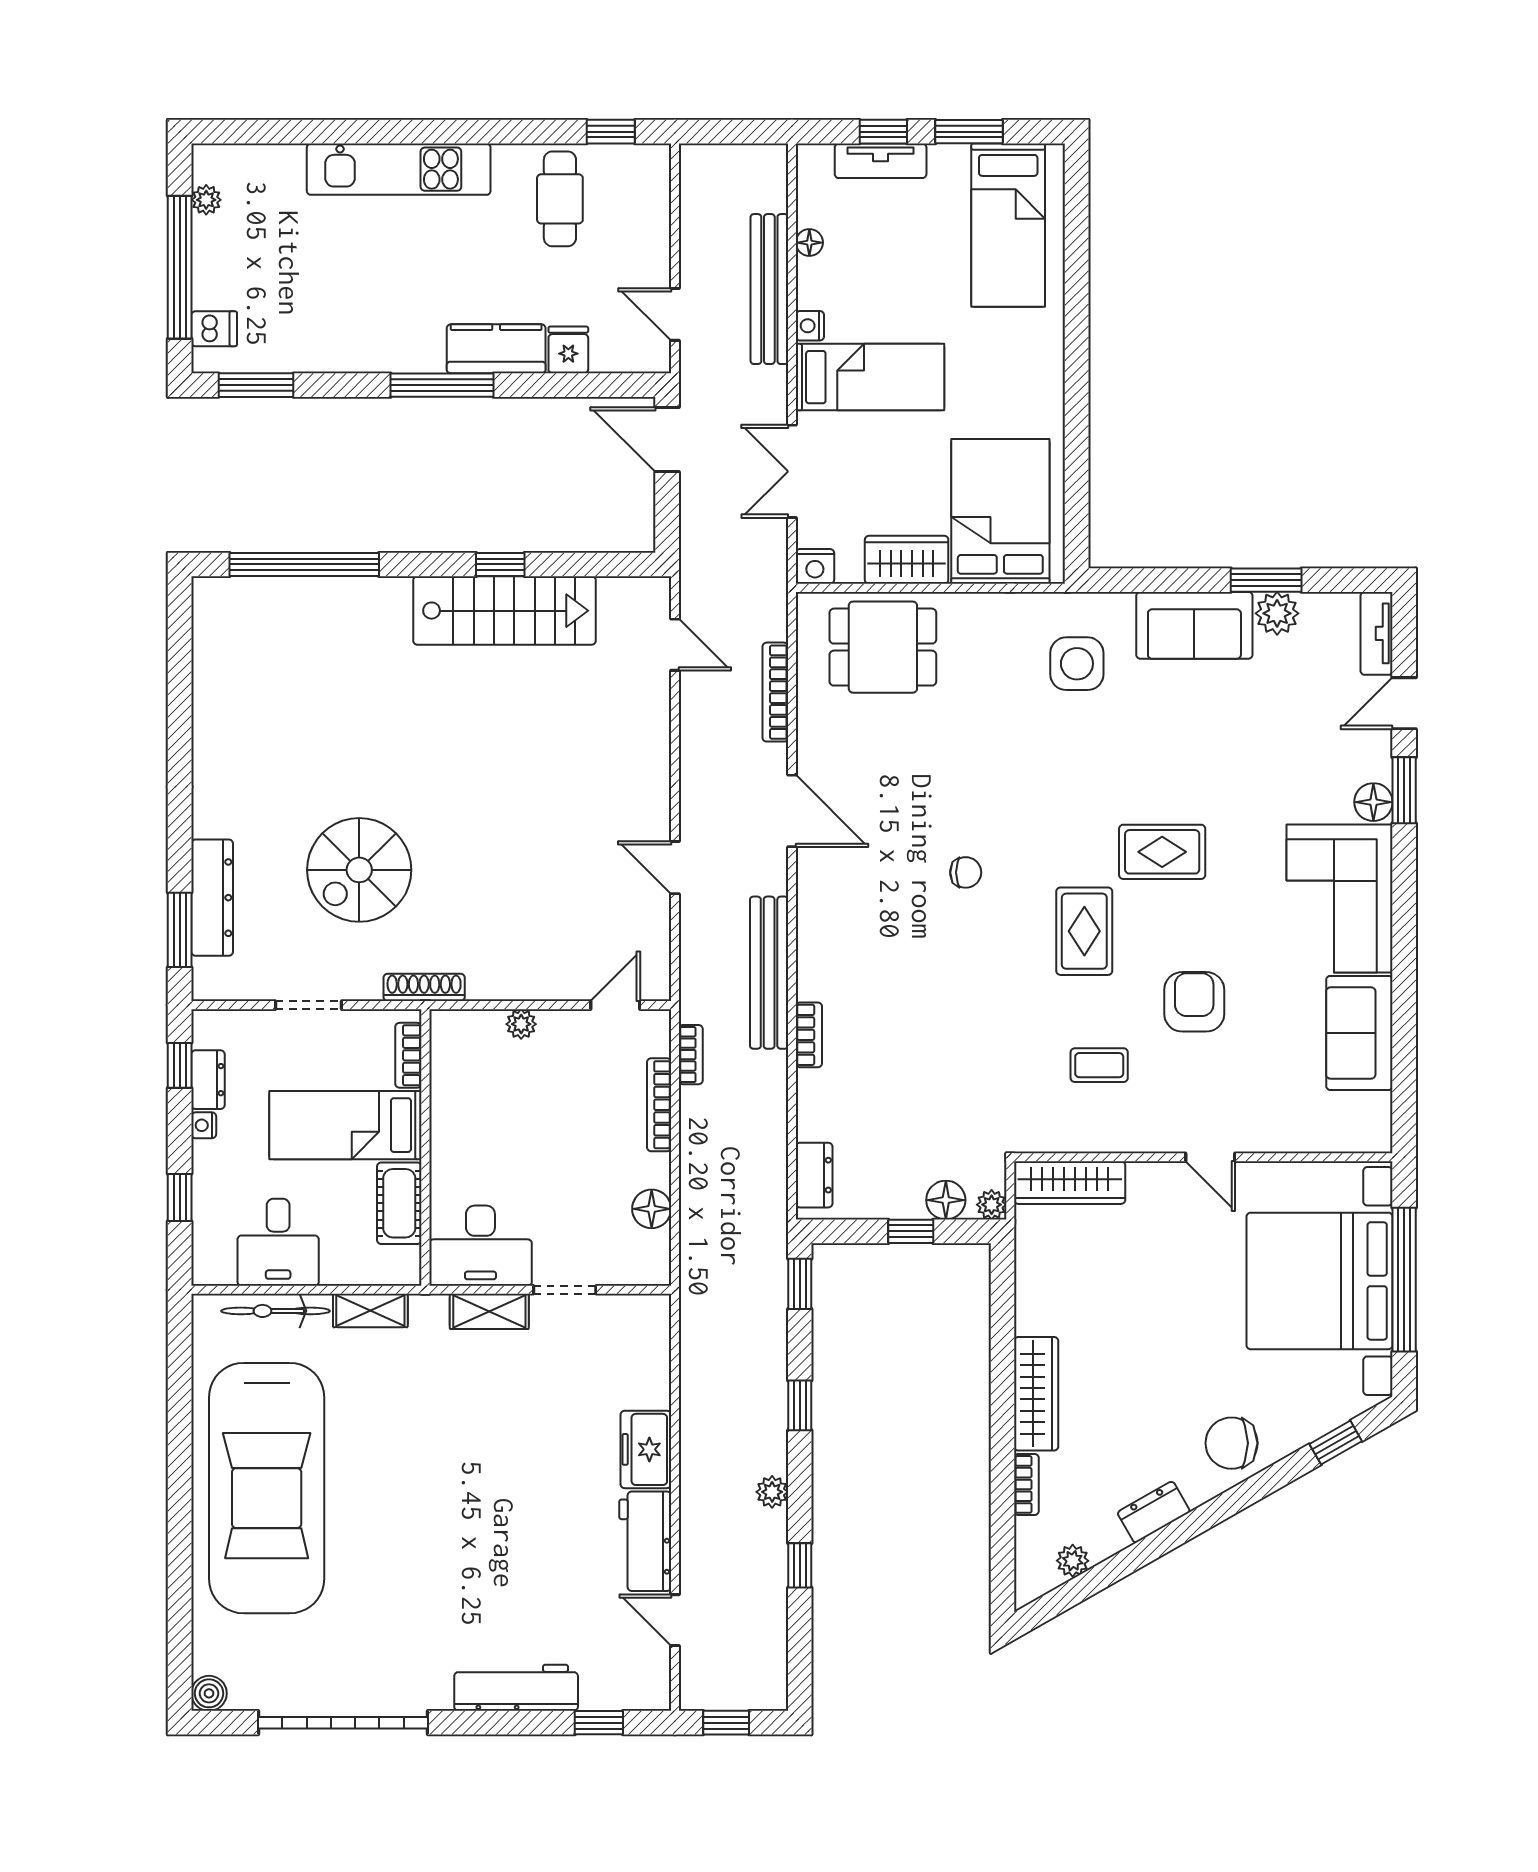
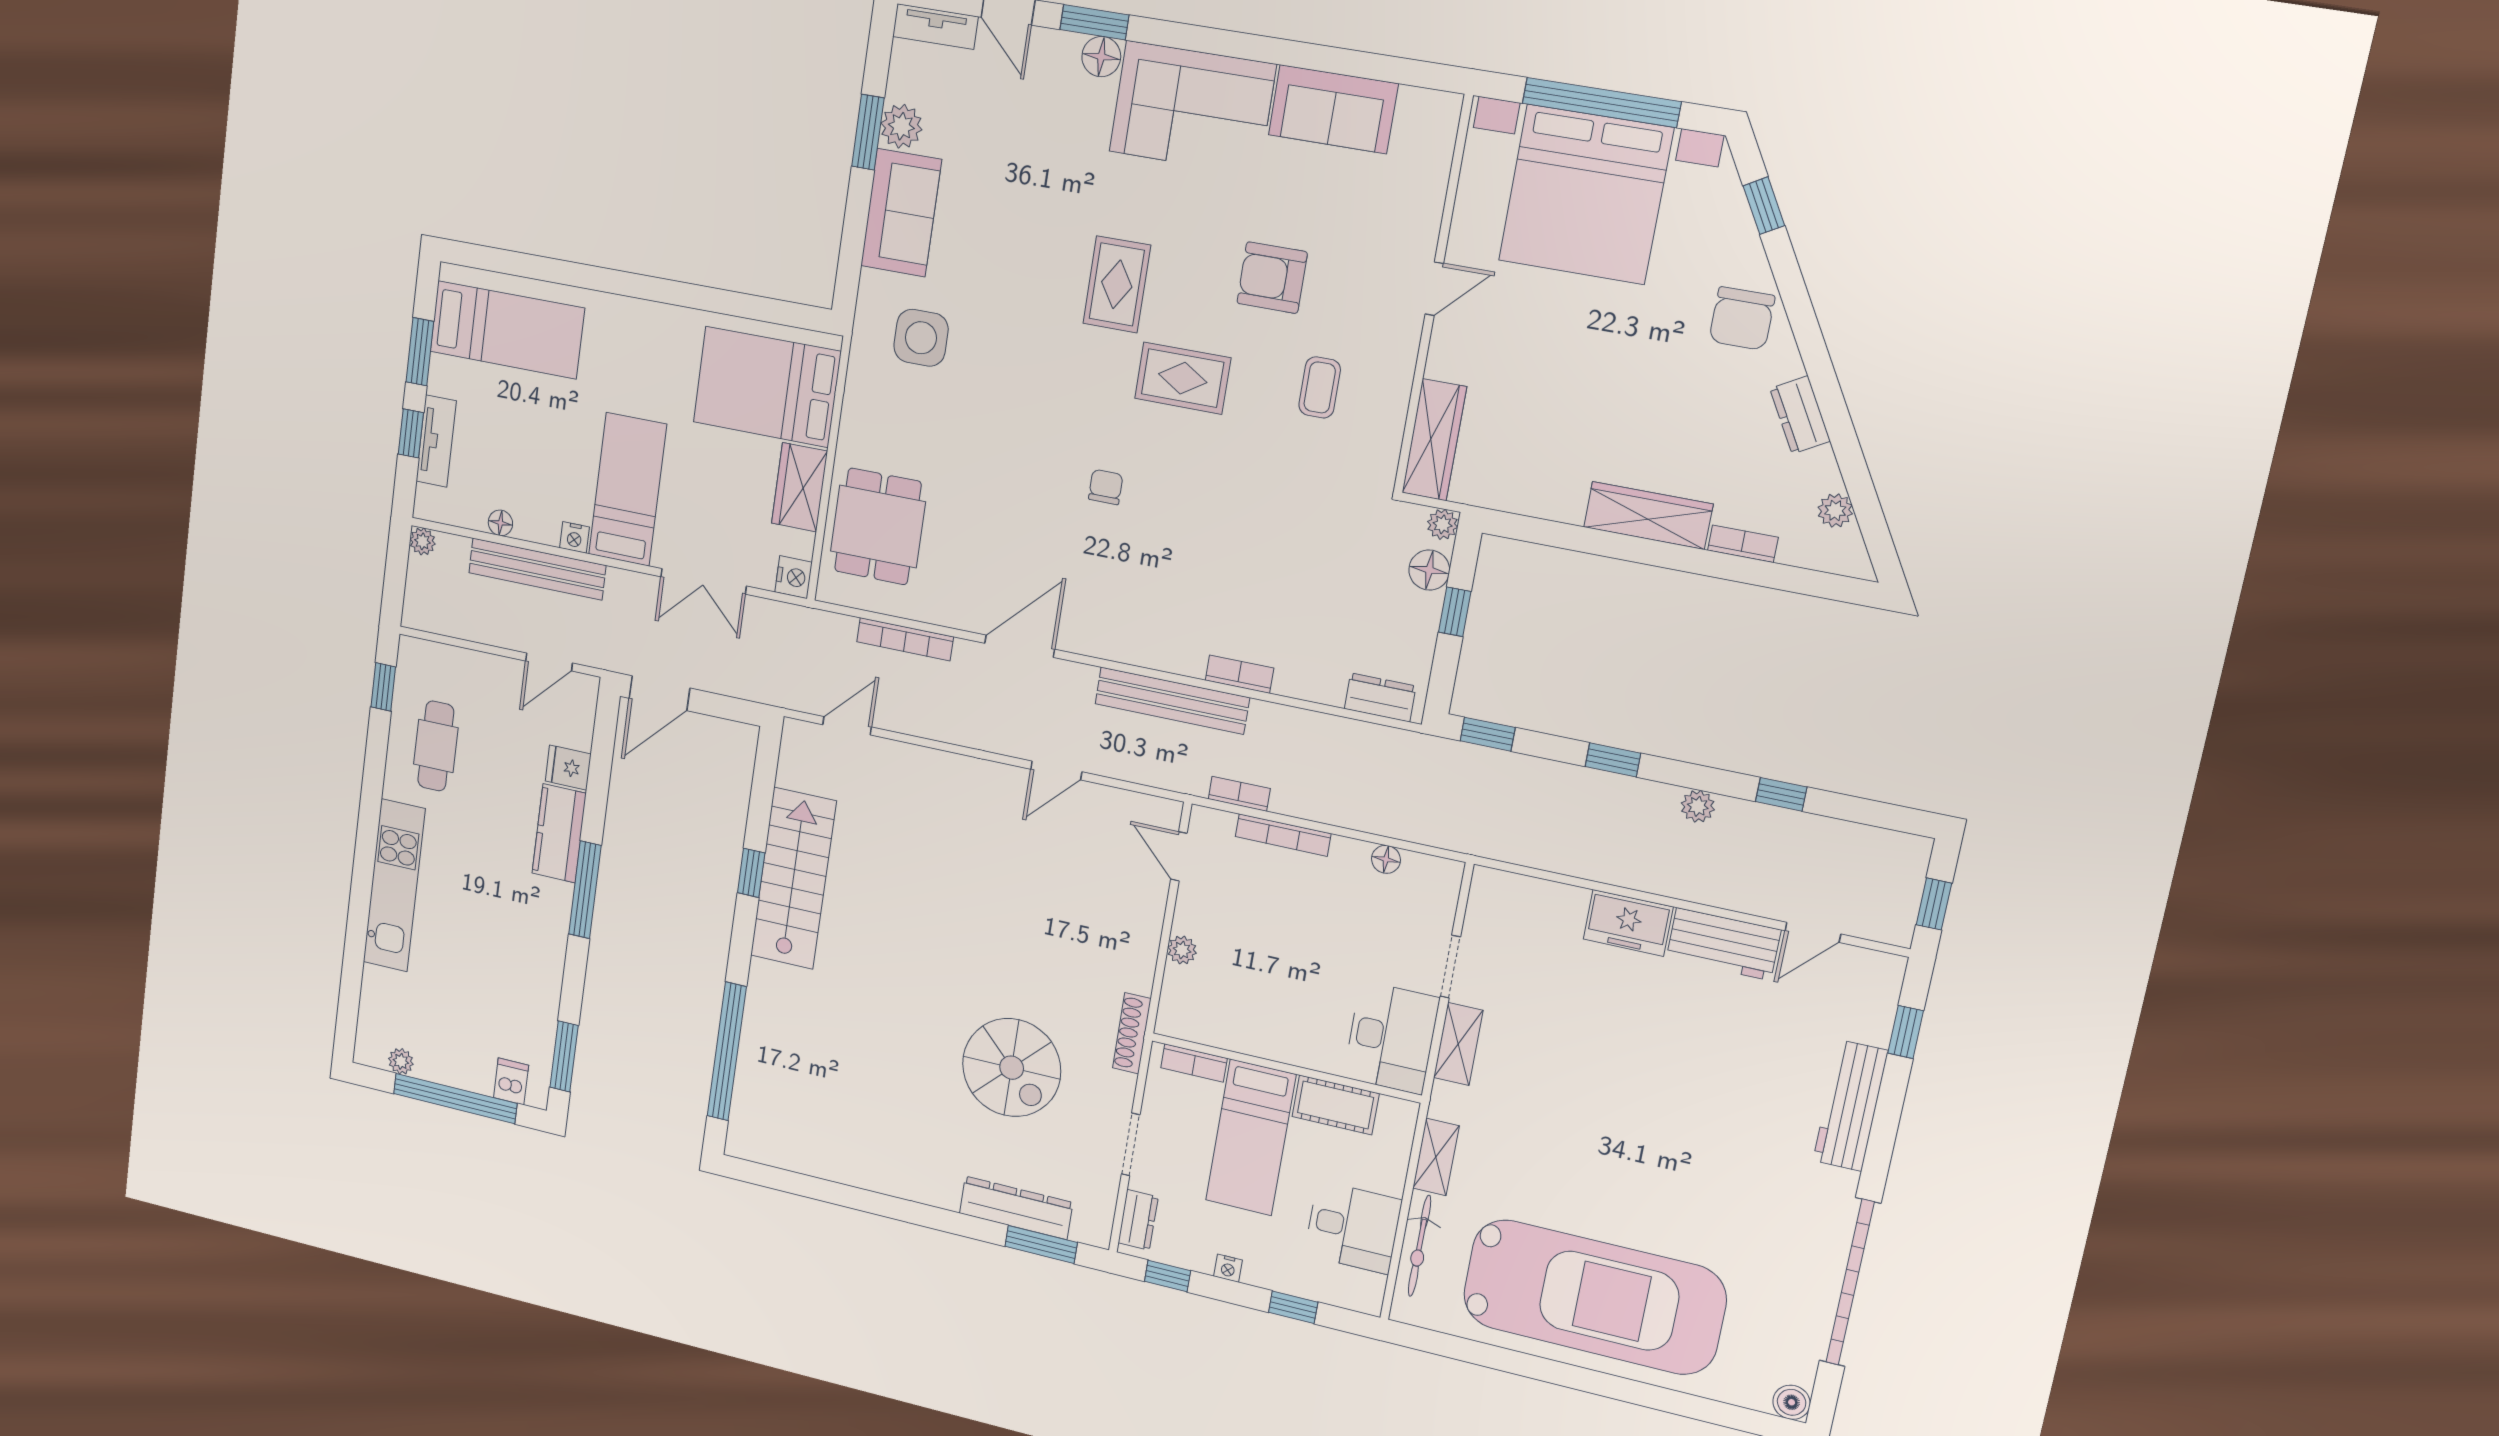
plant: (773, 158) -> (422, 541), added
cafe table: (560, 199) -> (436, 746), turned 90
dresser: (208, 1080) -> (1138, 1220), moved, turned 90
floor lamp: (652, 1209) -> (1386, 859), width x0.73, depth x0.73

